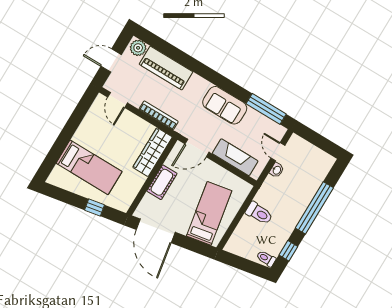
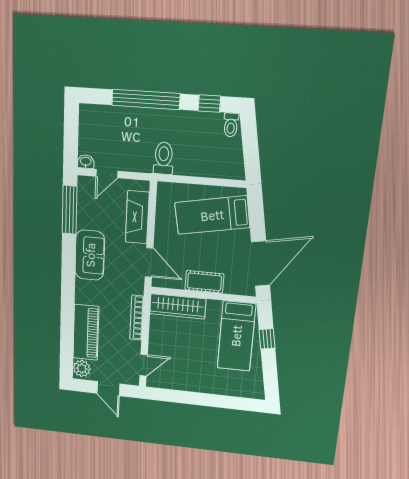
bed: (89, 167) -> (236, 336), moved, turned 180
washbasin: (277, 170) -> (86, 162), moved
toilet: (259, 213) -> (164, 158), moved

